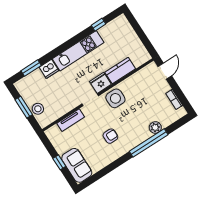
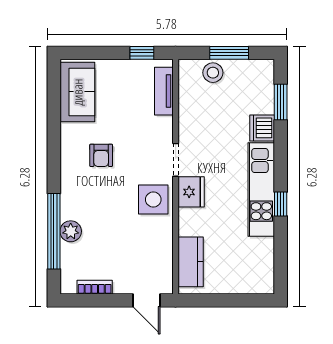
window: (99, 25) -> (281, 204), moved
kitchen counter: (120, 71) -> (191, 262), moved
tv unit: (71, 120) -> (164, 91), moved
window: (149, 143) -> (54, 231), moved
window: (59, 162) -> (142, 53), moved
sofa: (77, 165) -> (77, 92), moved, turned -90

